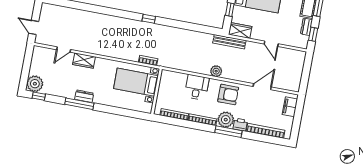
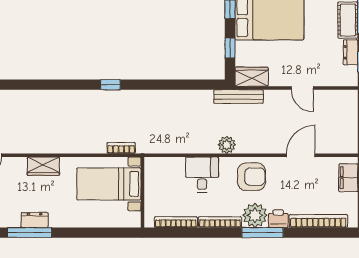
wardrobe: (84, 61) -> (43, 166), moved

